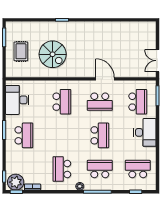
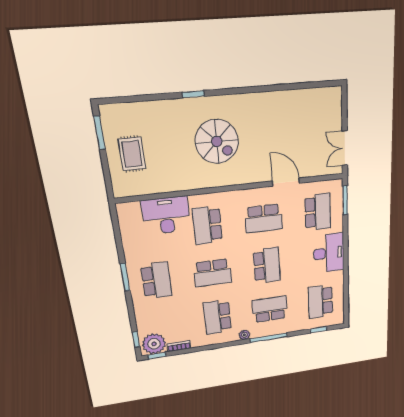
spiral stairs: (53, 54) -> (217, 141), moved
door: (105, 79) -> (286, 182), moved
desk: (17, 100) -> (166, 215), moved, turned 90
school desk: (62, 102) -> (207, 225), turned 180
school desk: (62, 135) -> (213, 273), added
school desk: (138, 169) -> (320, 302), turned -90

